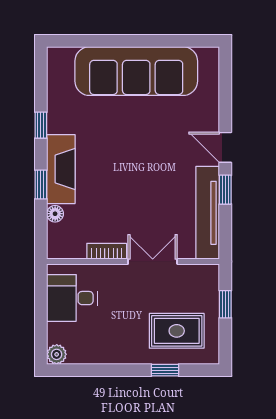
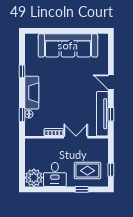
window: (41, 185) -> (22, 115), moved
window: (225, 190) -> (111, 114), moved
desk: (72, 298) -> (55, 174), moved, turned -90
window: (225, 304) -> (111, 170), moved
plant: (57, 354) -> (34, 178), width x1.88, depth x1.88

